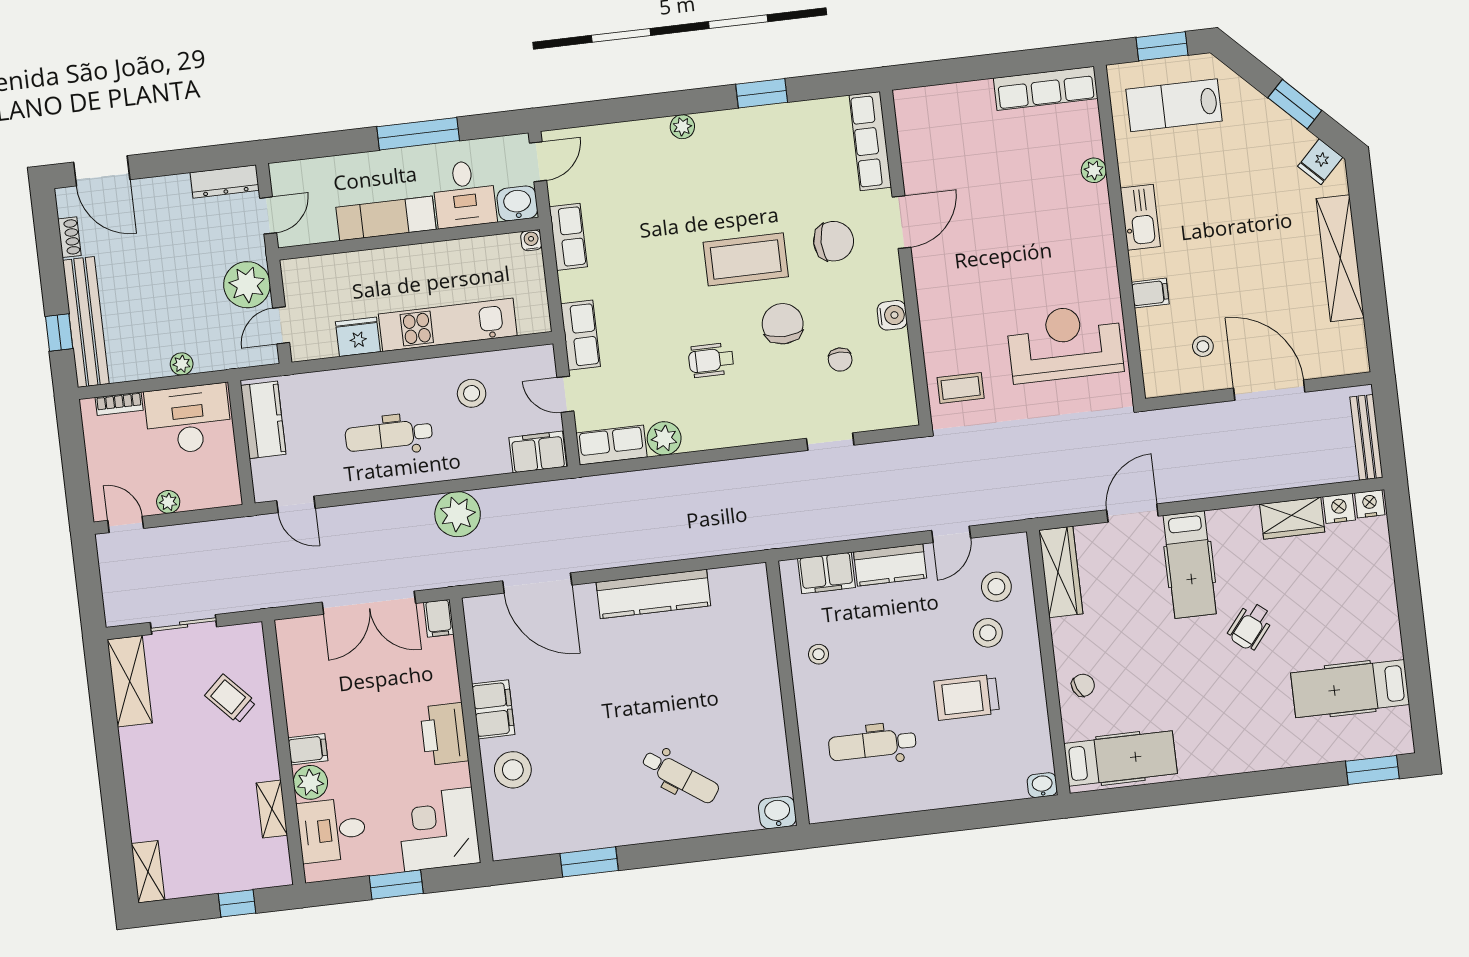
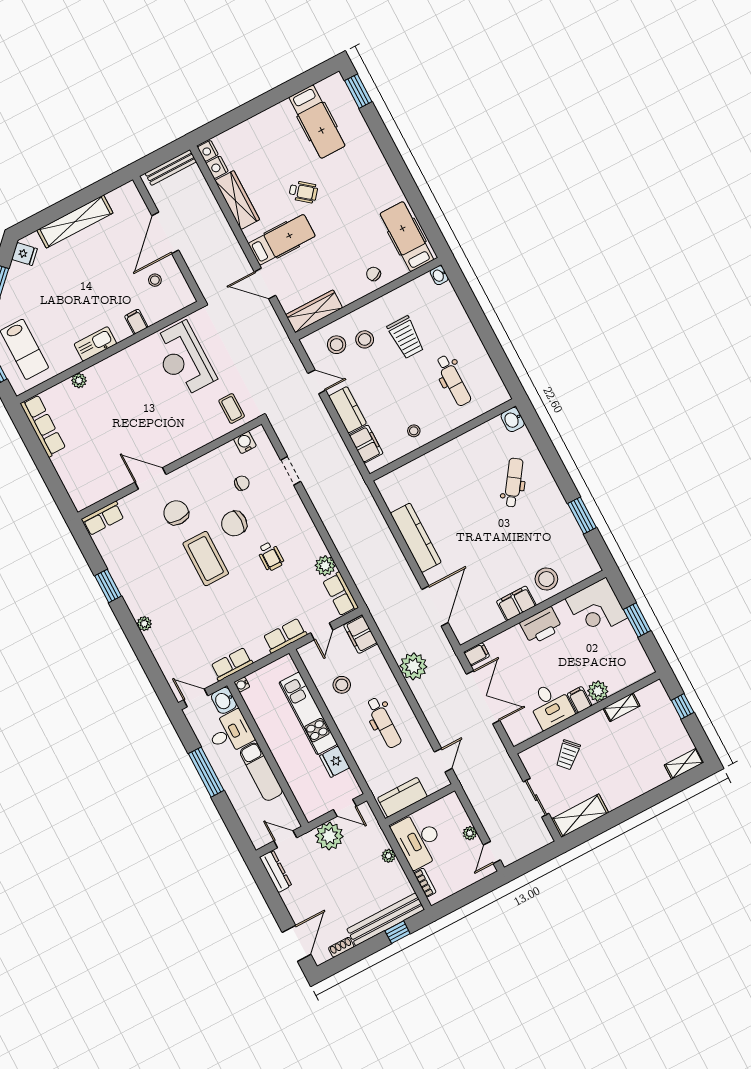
row of seats: (870, 141) -> (103, 518), width x0.68
water cooler: (892, 315) -> (245, 442), moved
wardrobe: (1292, 518) -> (237, 200), width x1.50
desk: (332, 830) -> (550, 705), moved

